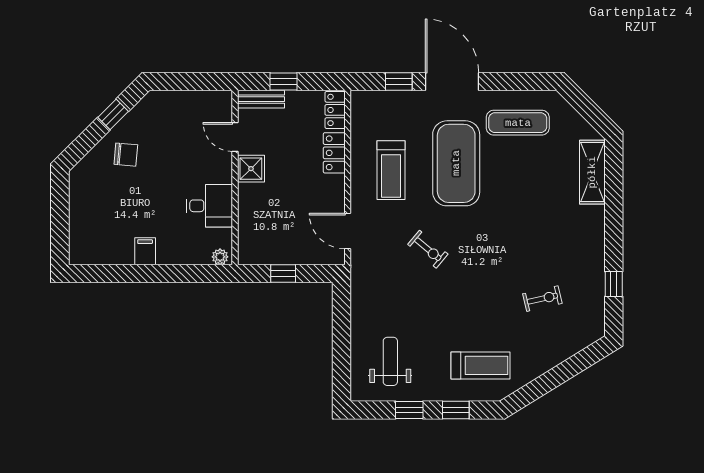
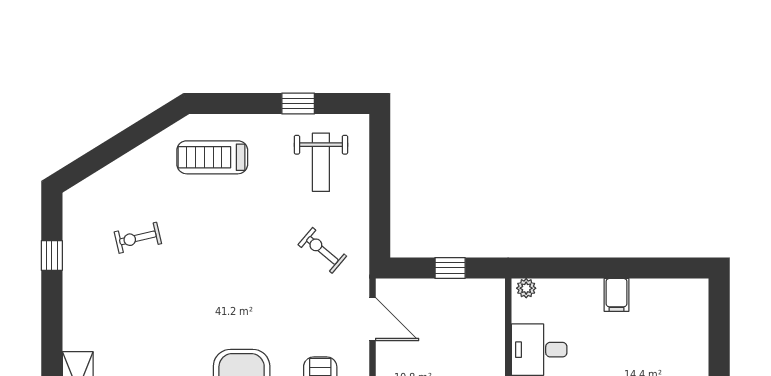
exercise bike: (428, 249) -> (322, 250), moved
window: (456, 410) -> (242, 104), removed

